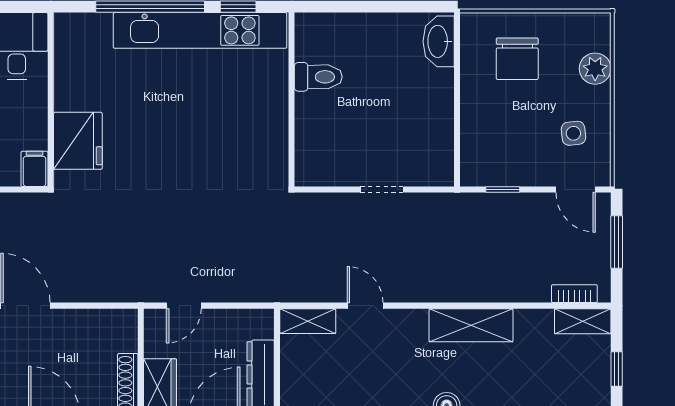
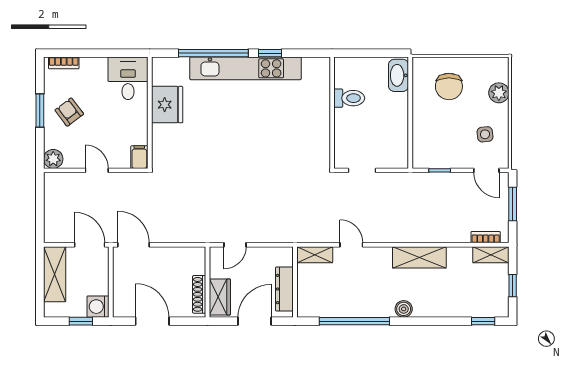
toilet: (318, 77) -> (349, 98), moved
wall: (292, 100) -> (332, 113), moved
fridge: (78, 141) -> (167, 105), moved

